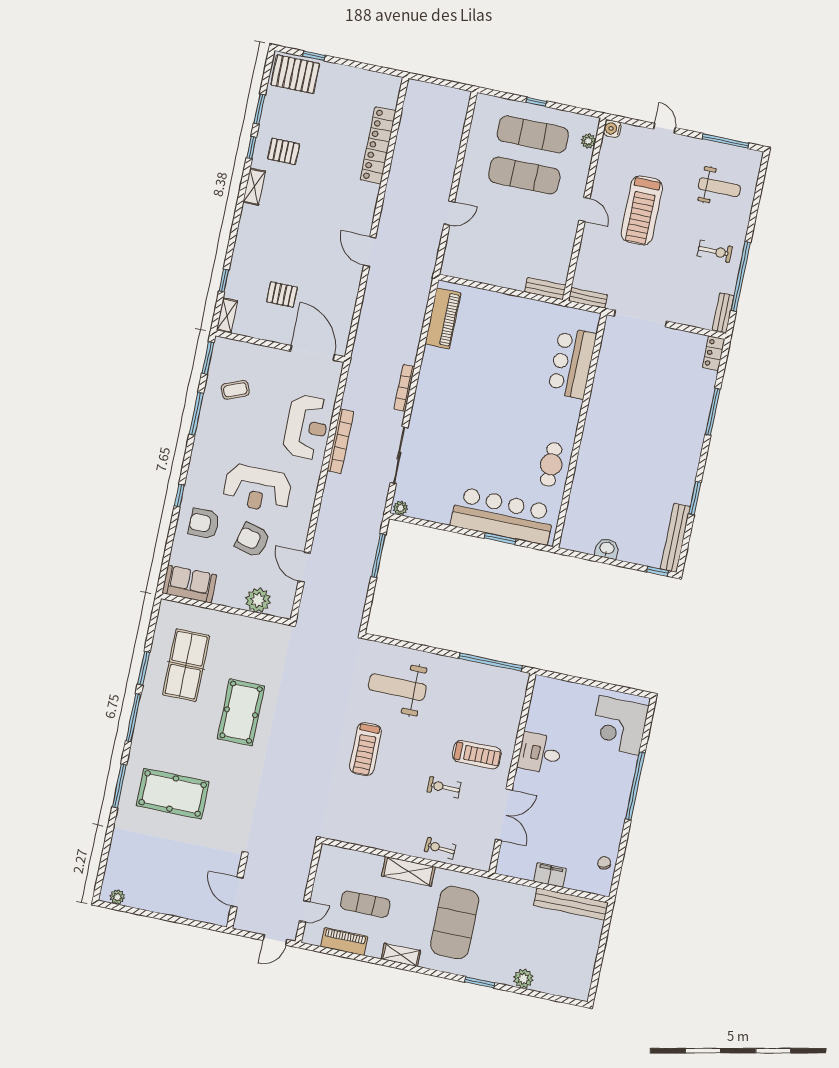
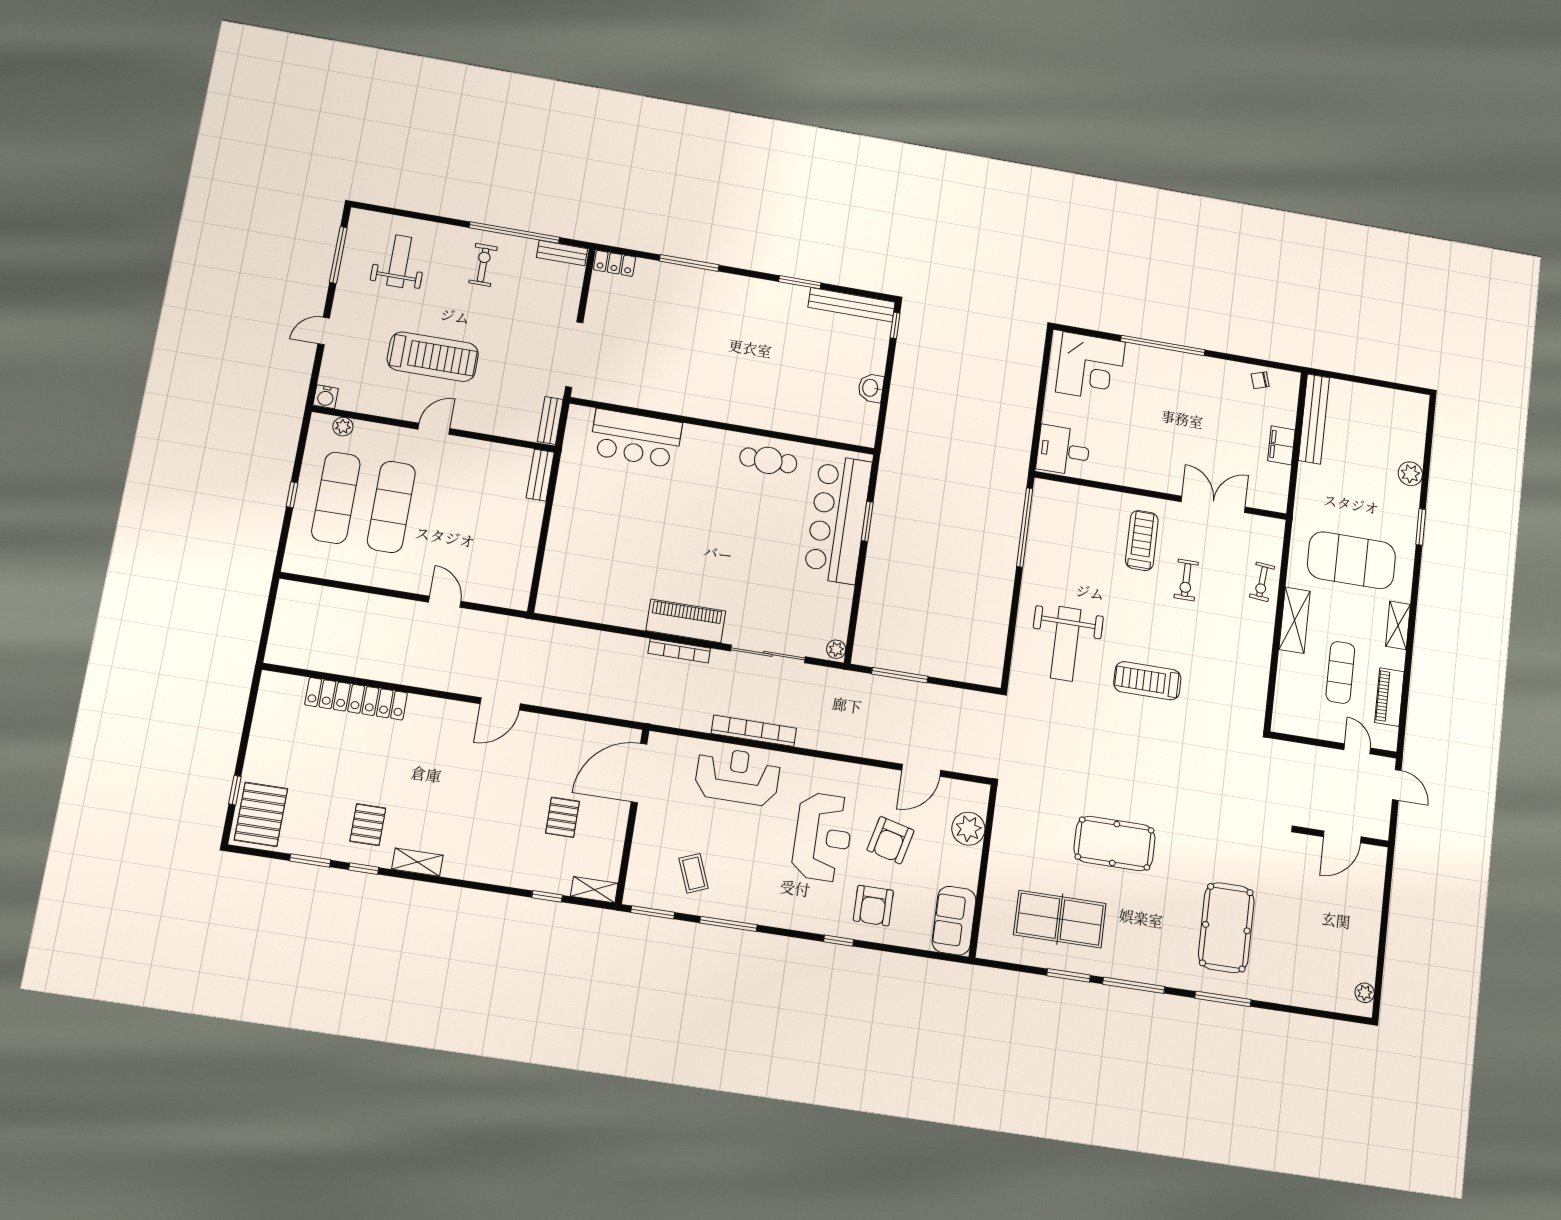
piano: (443, 318) -> (686, 621), moved
treadmill: (366, 749) -> (1147, 681), turned 180
desk: (540, 753) -> (1063, 450), moved, turned 90

